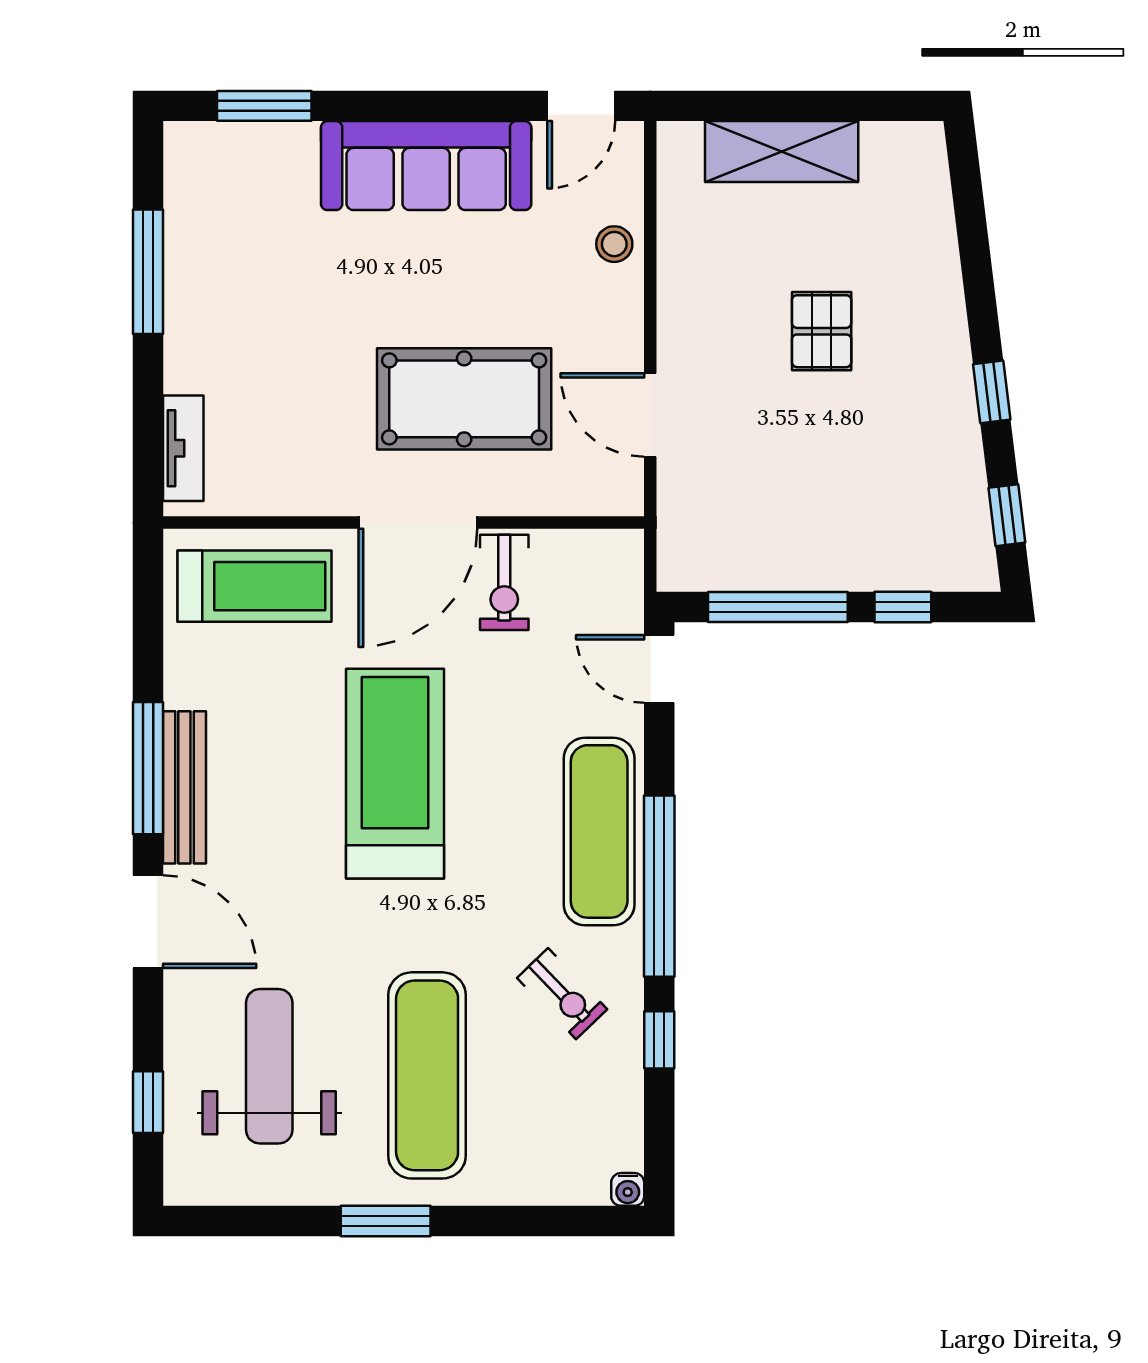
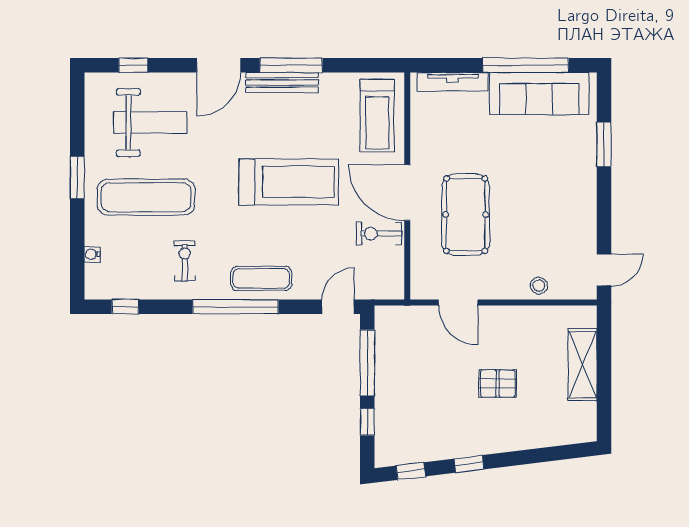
window: (264, 106) -> (604, 144), moved
door: (581, 106) -> (604, 270), swing flipped
sofa: (426, 166) -> (539, 93), moved, turned -90
window: (148, 272) -> (526, 65), width x1.46
door: (650, 415) -> (458, 303), swing flipped
tv unit: (183, 448) -> (453, 82), width x1.41
exercise mat: (599, 831) -> (261, 278), width x0.73, depth x0.69
exercise bike: (562, 994) -> (185, 261), turned 134
window: (659, 1040) -> (125, 307), moved
water cooler: (628, 1189) -> (92, 254), moved

